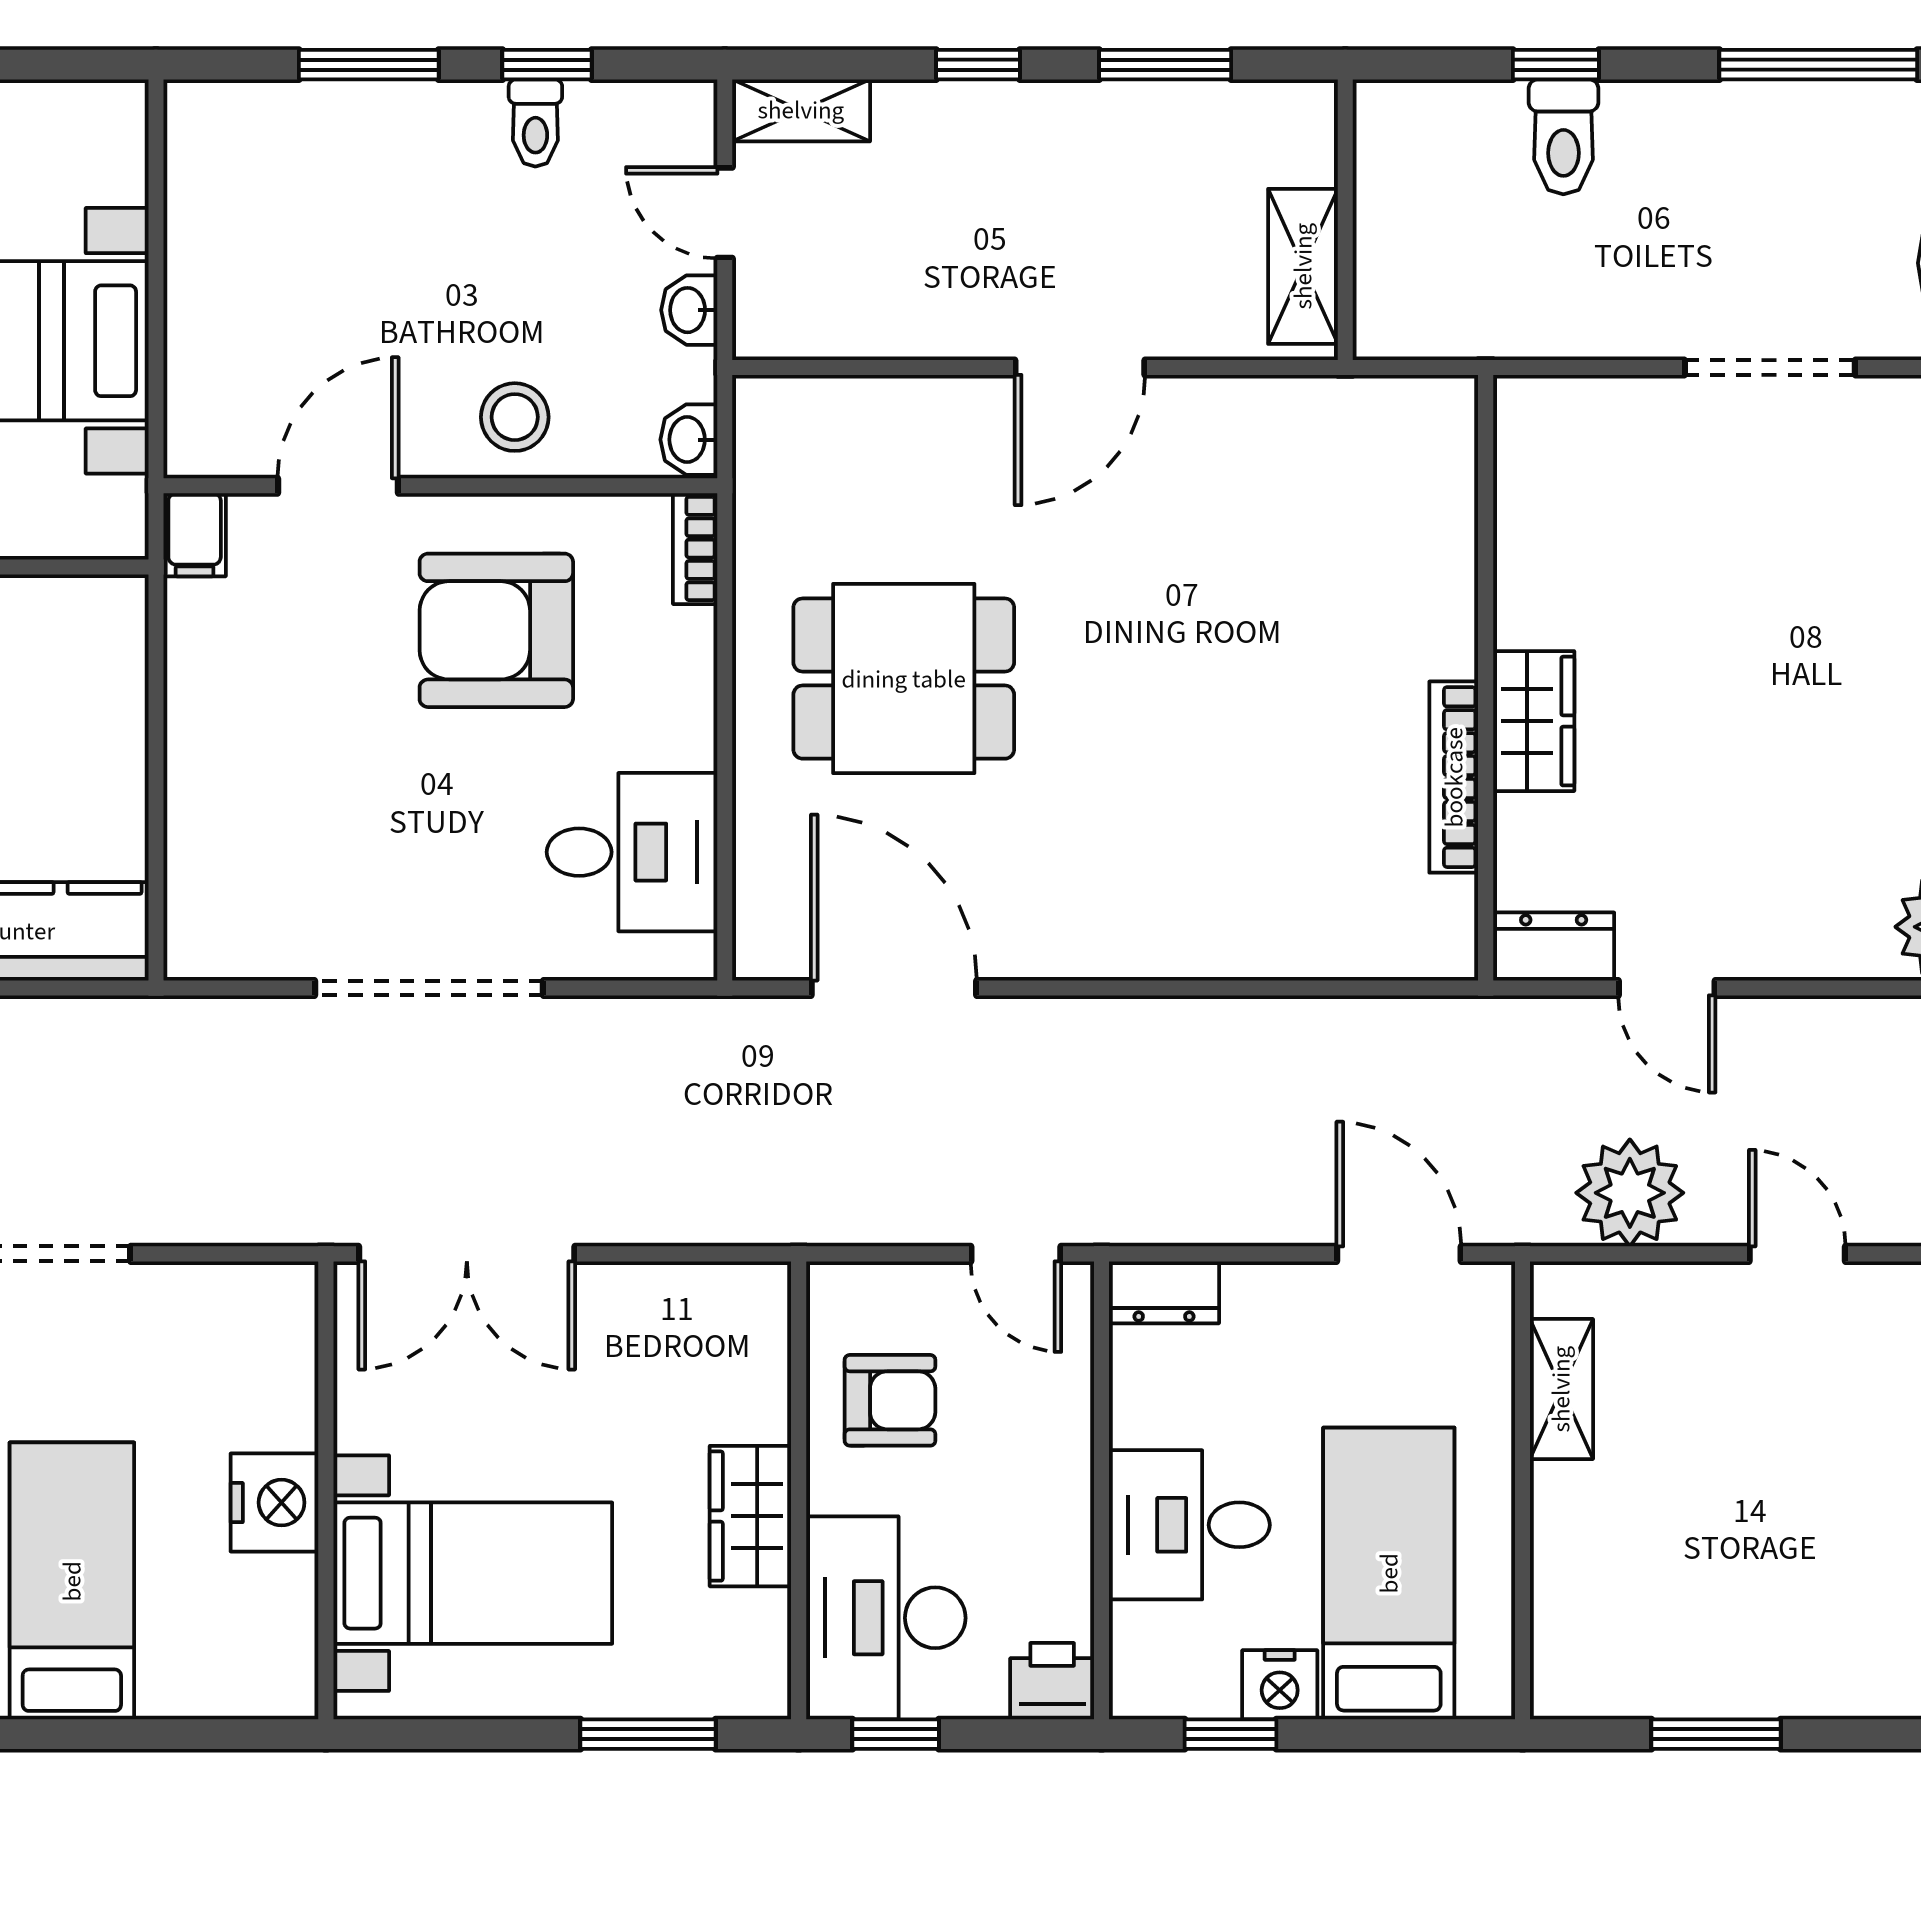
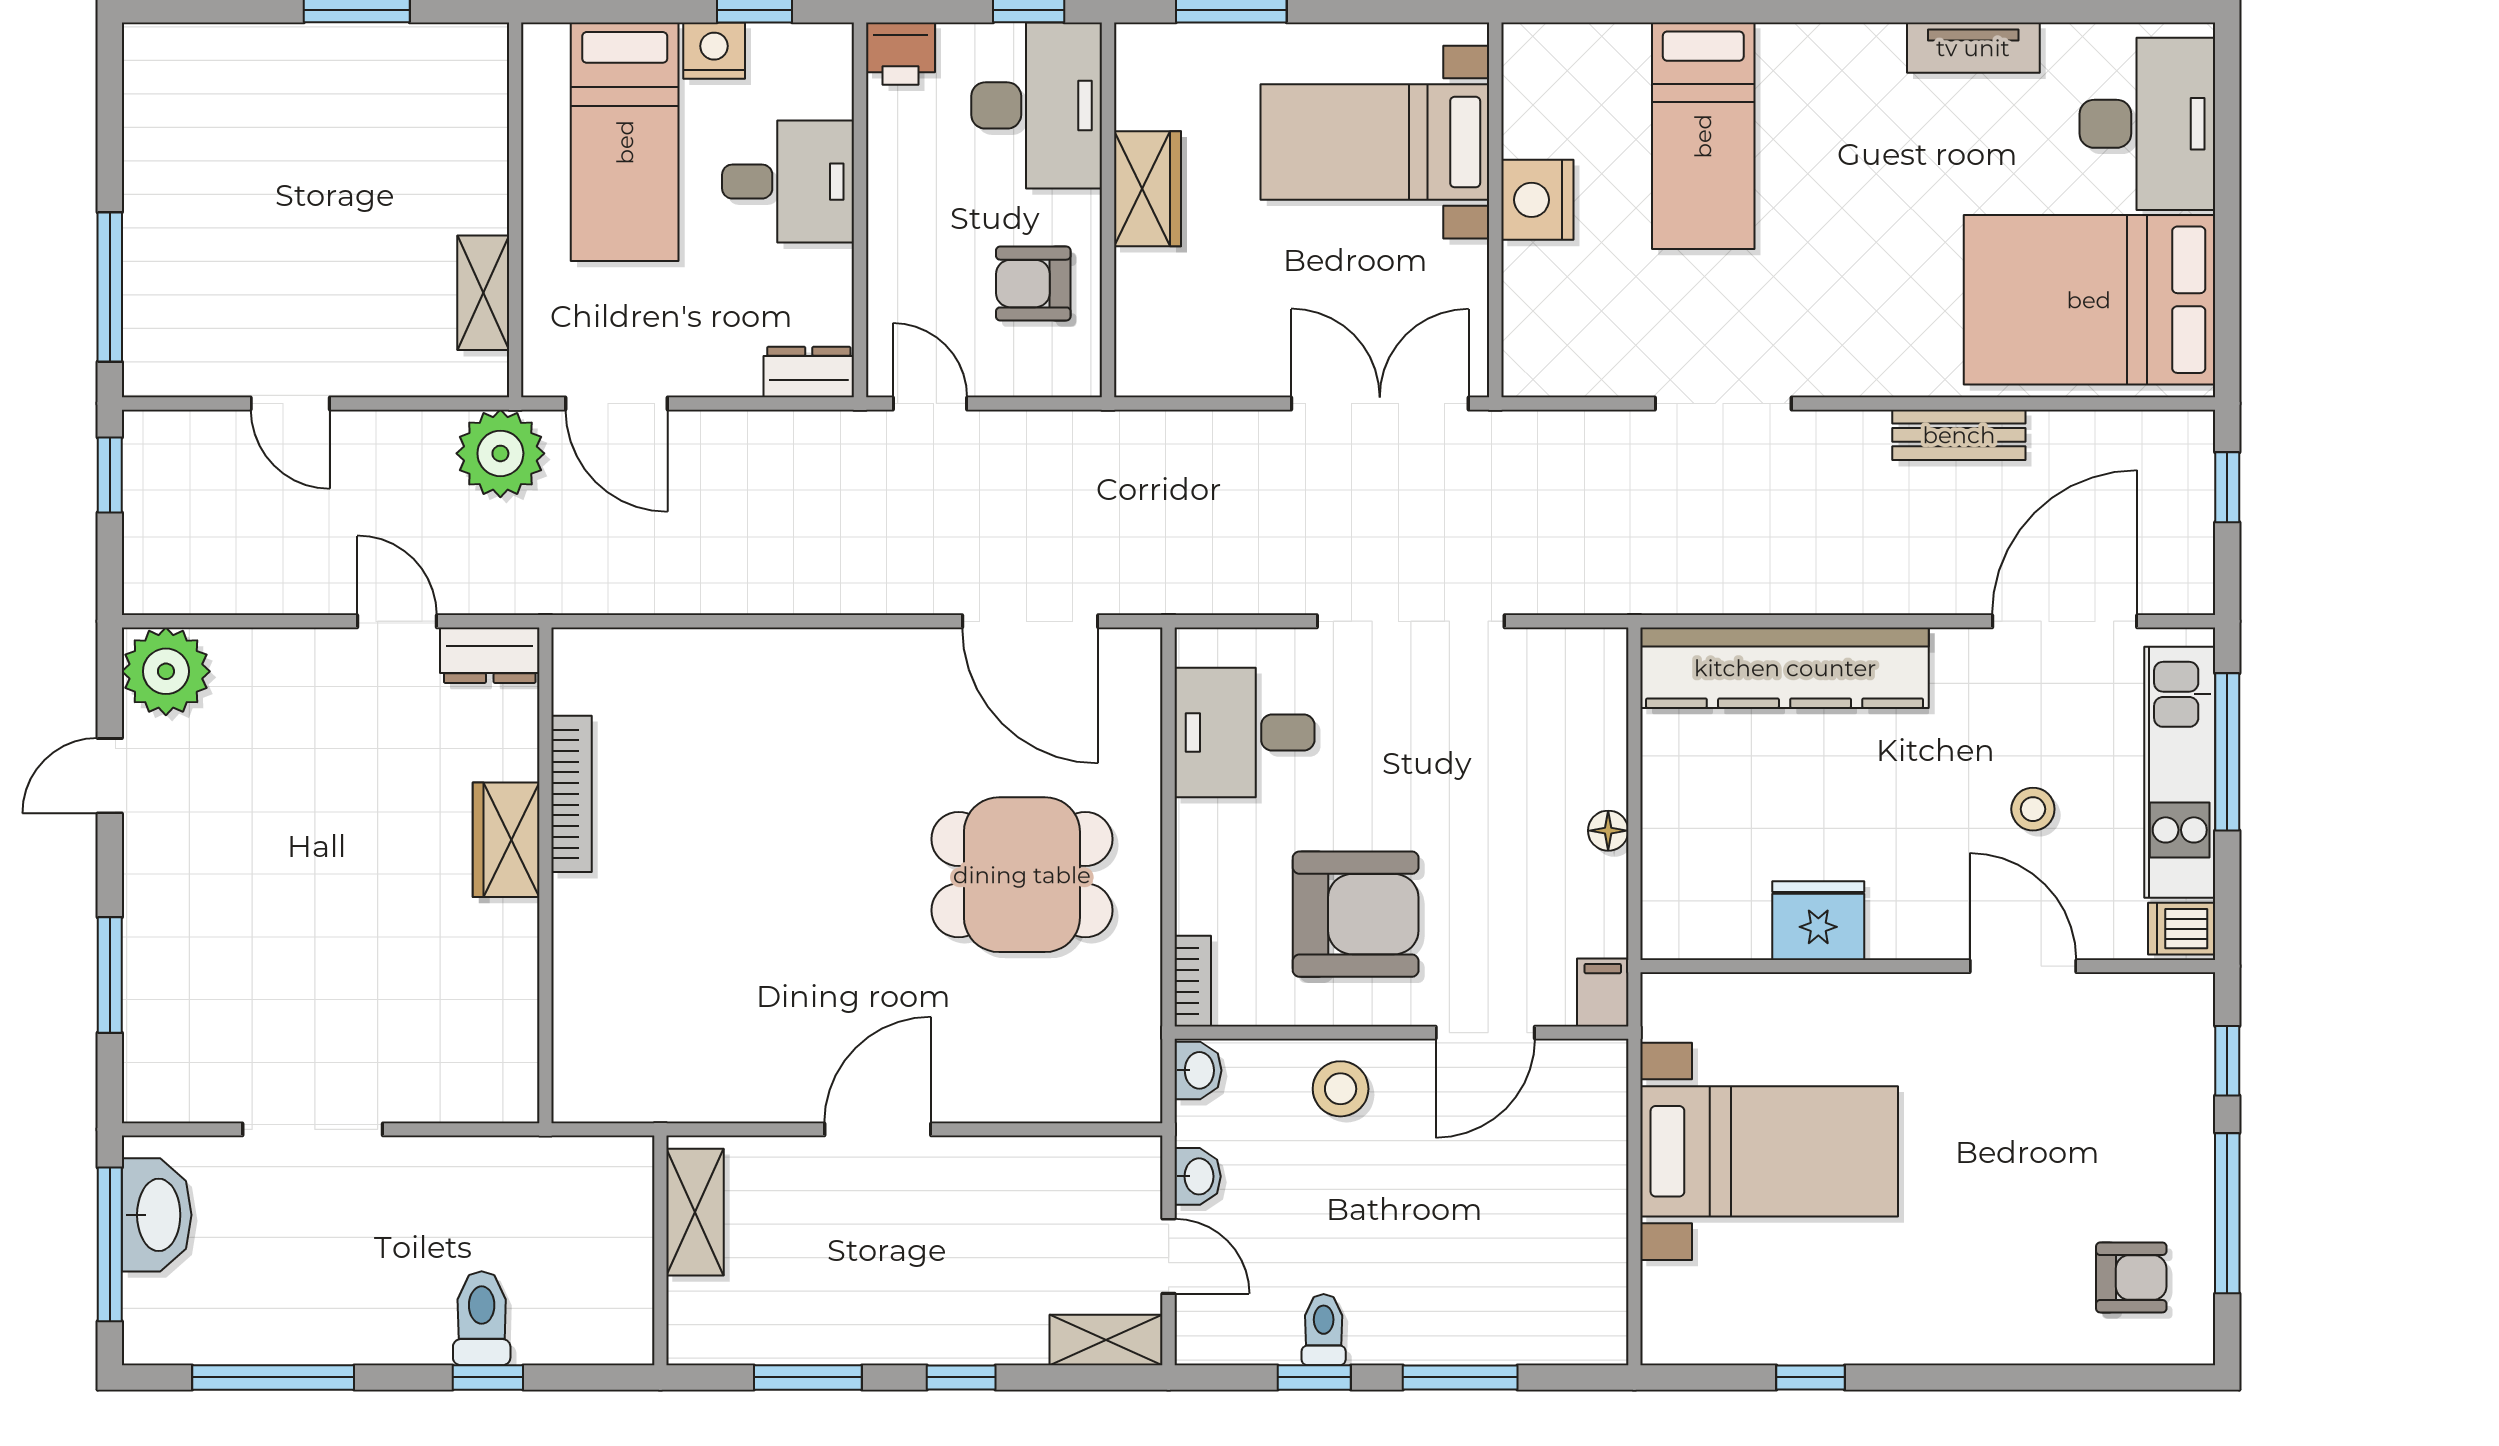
floor lamp: (188, 732) -> (1608, 831), added
plant: (1630, 1193) -> (500, 453), moved

